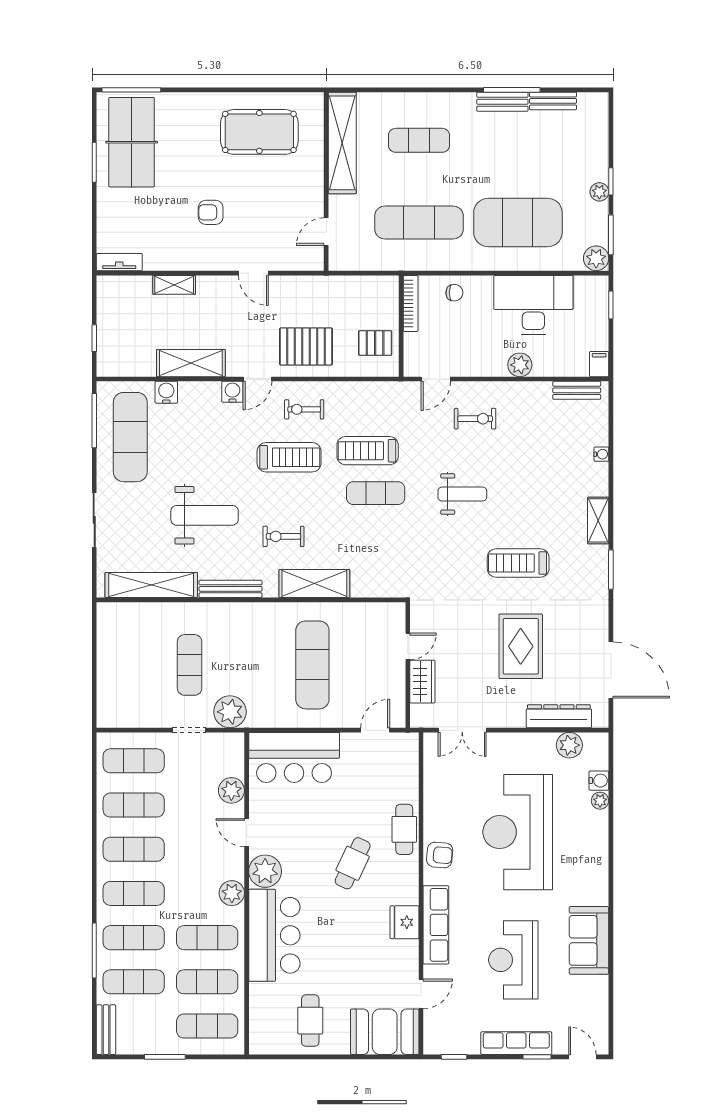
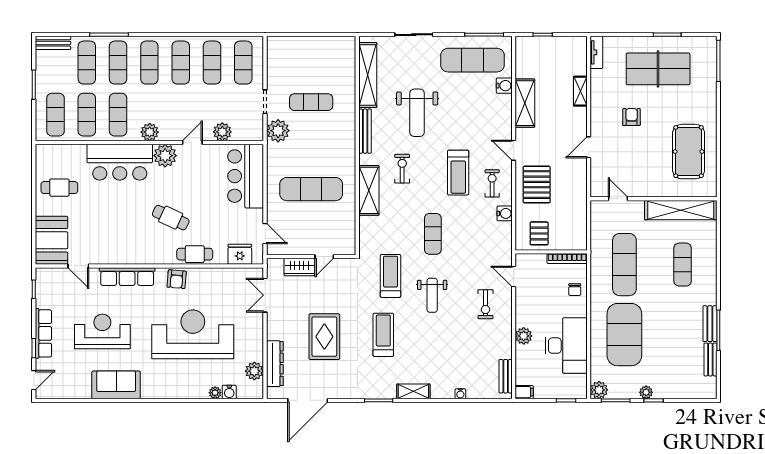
table tennis table: (132, 142) -> (658, 69), moved
water cooler: (232, 392) -> (505, 213), moved
treadmill: (368, 451) -> (390, 276), moved
door: (408, 646) -> (324, 257), hinge flipped
rug: (521, 646) -> (324, 337), turned 90
fridge: (405, 922) -> (240, 254), moved

